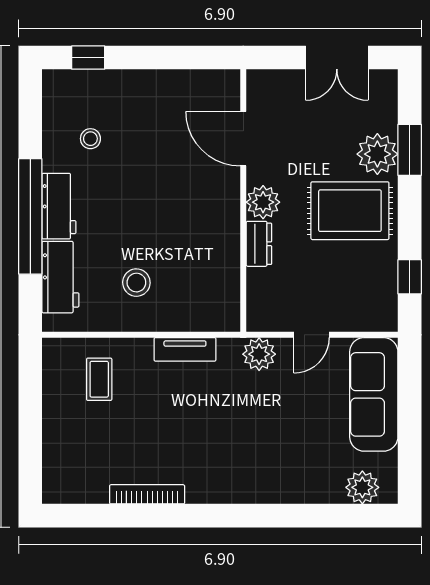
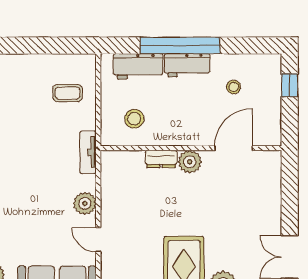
door: (243, 139) -> (234, 148), moved
wall: (243, 201) -> (191, 148), moved
plant: (263, 202) -> (190, 162), moved
dresser: (259, 244) -> (161, 159), moved

